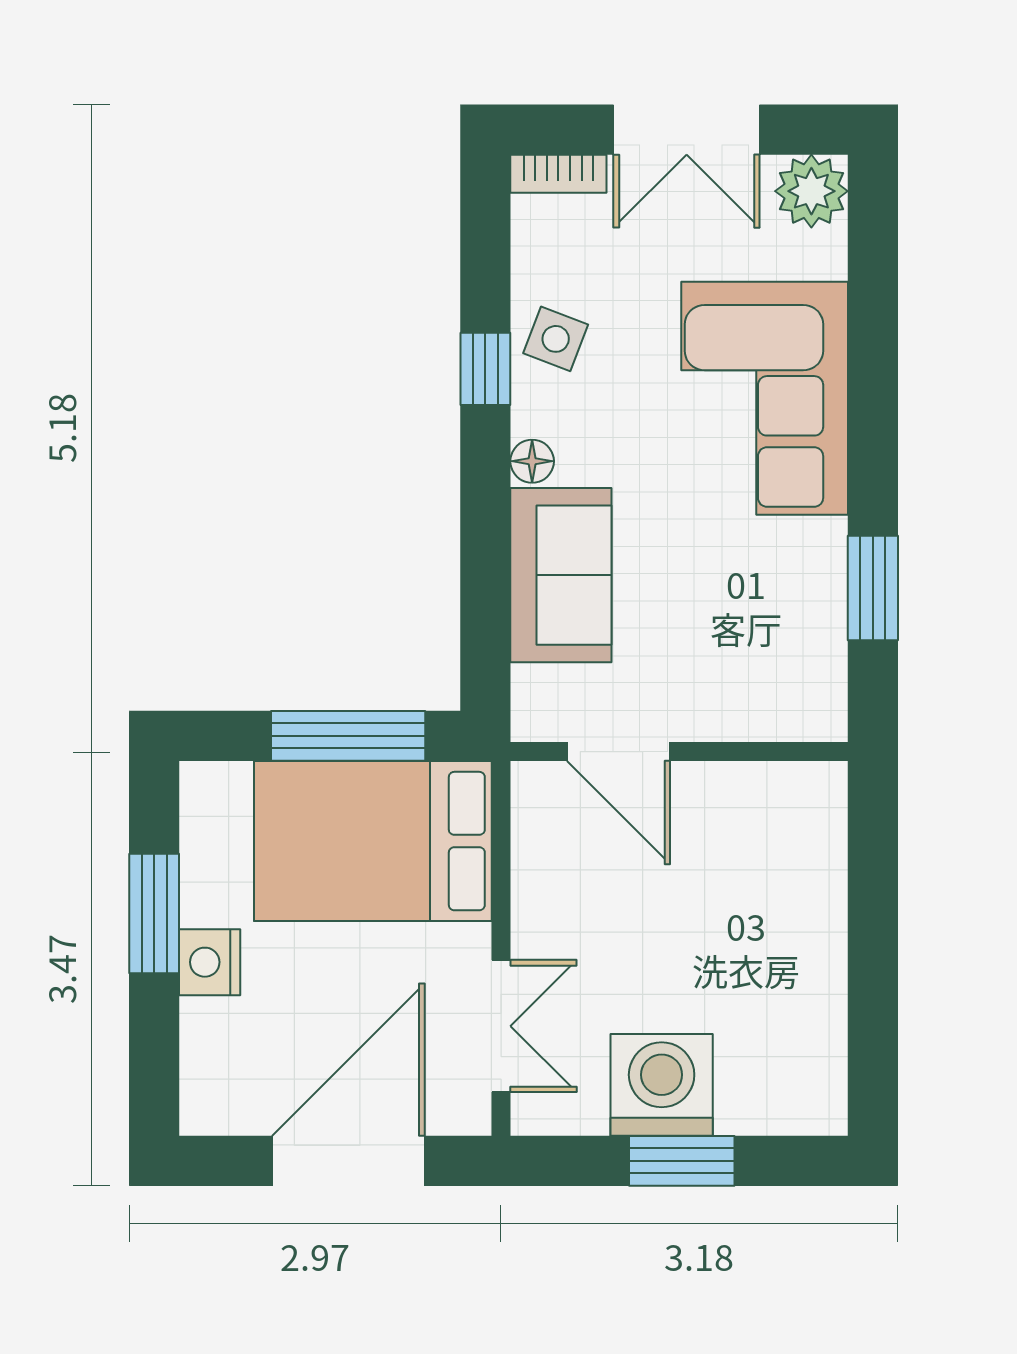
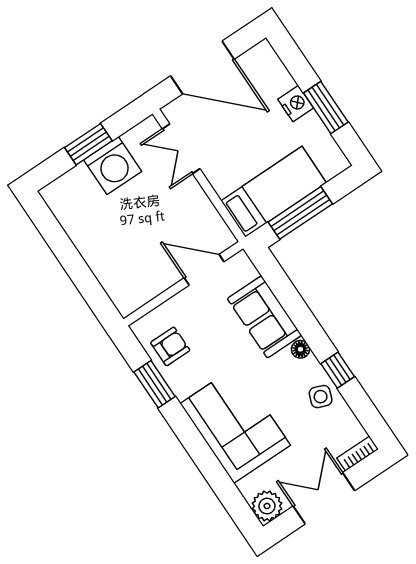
armchair: (790, 643) -> (170, 346), added
bed: (373, 841) -> (274, 192), width x0.67
door: (348, 1161) -> (202, 68), hinge flipped

